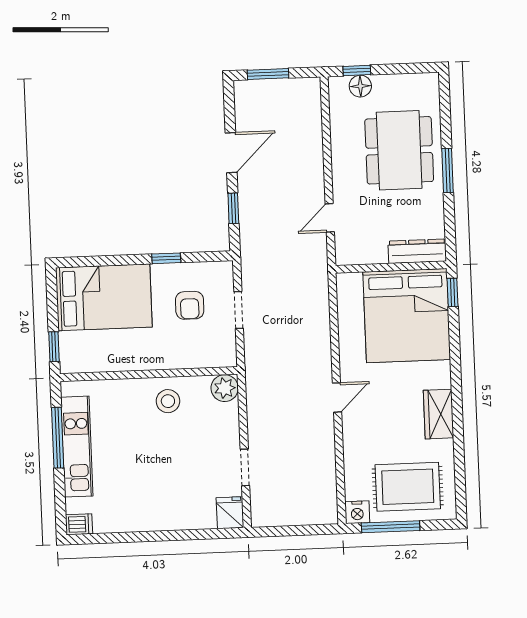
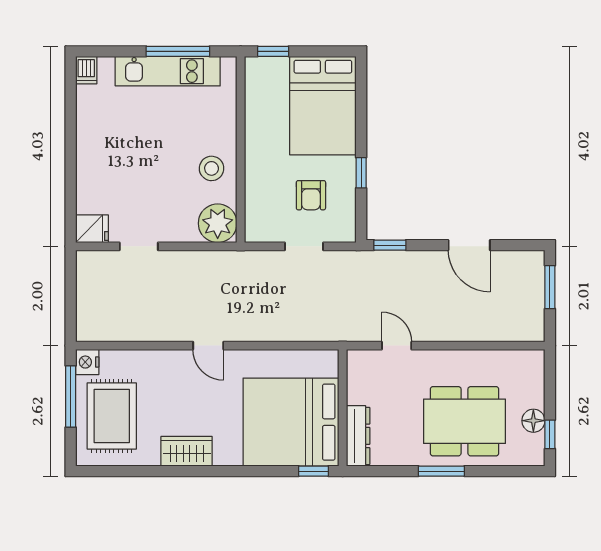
window: (357, 70) -> (550, 434), moved
floor lamp: (360, 86) -> (533, 421), moved
window: (233, 208) -> (390, 245), moved
armchair: (190, 305) -> (311, 195), turned -90
plant: (225, 388) -> (218, 223), width x1.36, depth x1.36

